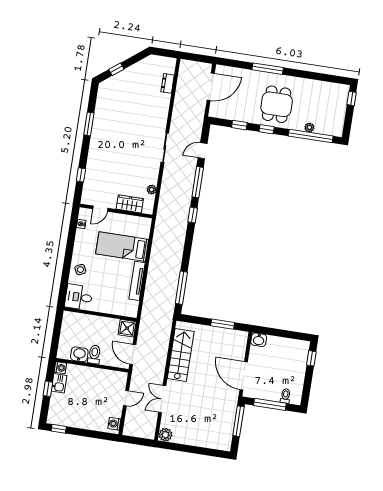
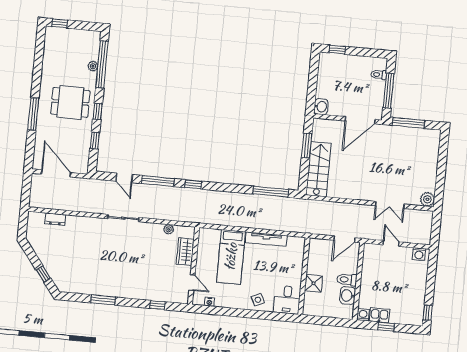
shower: (127, 328) -> (314, 283), moved
stairs: (181, 355) -> (318, 169), moved, turned 90

